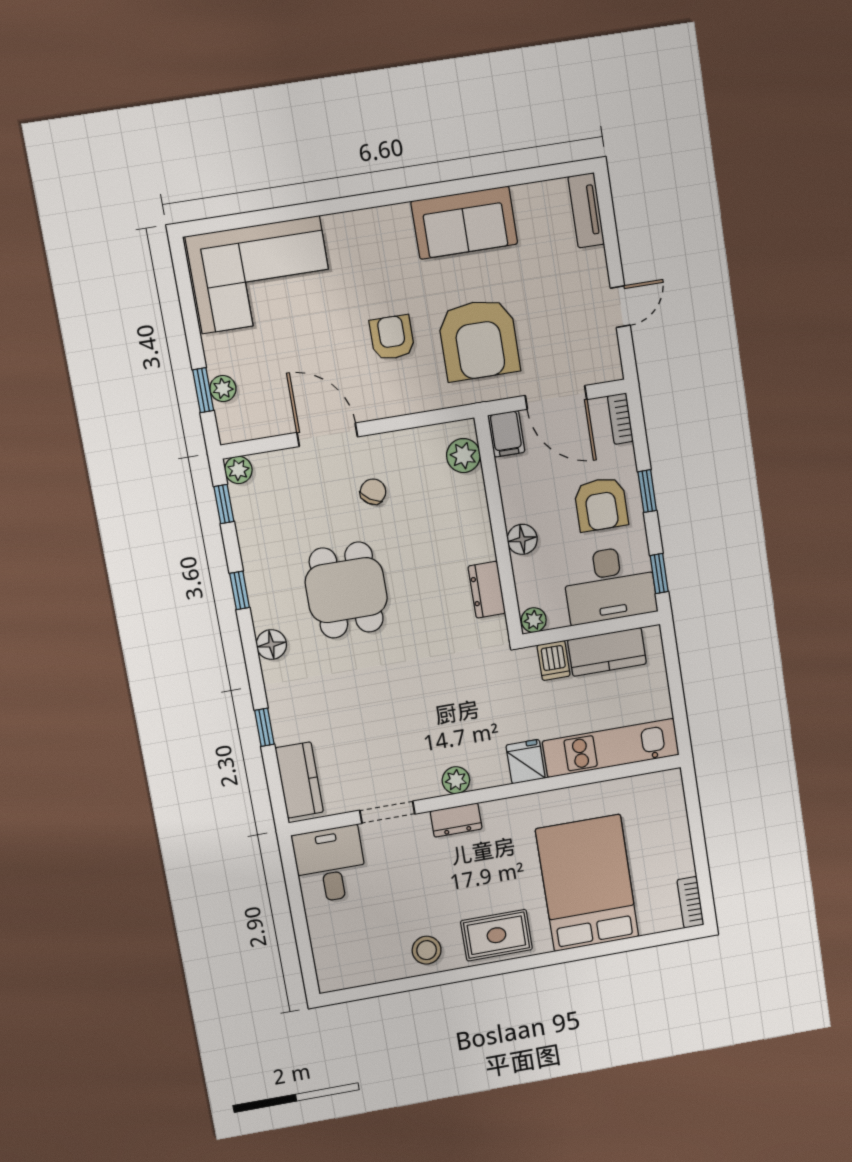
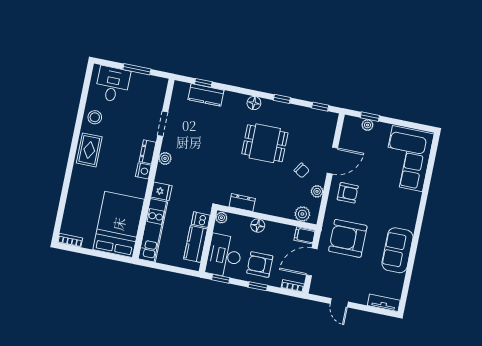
armchair: (392, 338) -> (348, 193), moved
plant: (238, 470) -> (317, 191), moved
window: (264, 727) -> (203, 83), moved
kitchen counter: (299, 780) -> (206, 95), moved
nightstand: (498, 813) -> (143, 171), added
desk: (330, 864) -> (113, 84), moved, turned -90
bed: (587, 883) -> (119, 224), moved, turned -90
window: (297, 906) -> (137, 69), added

